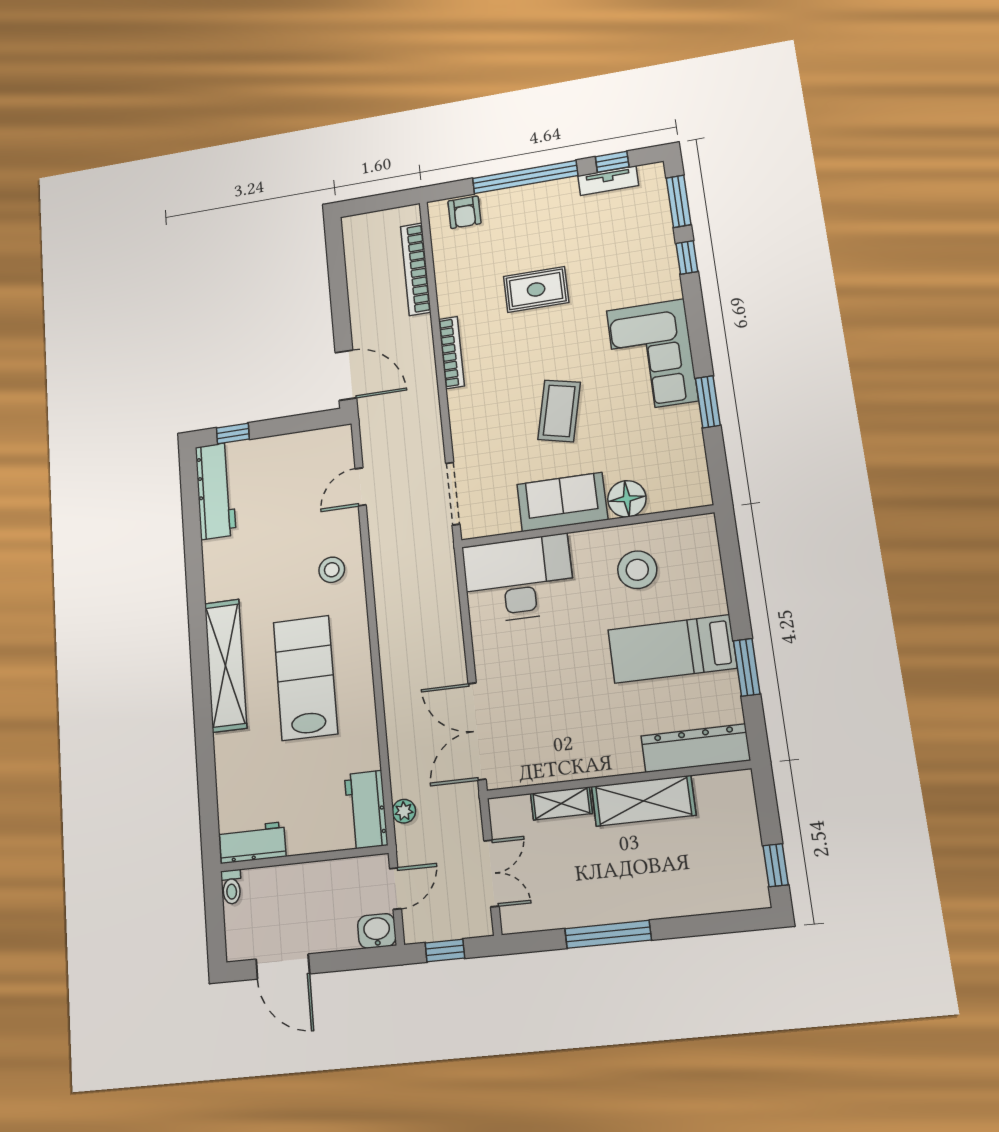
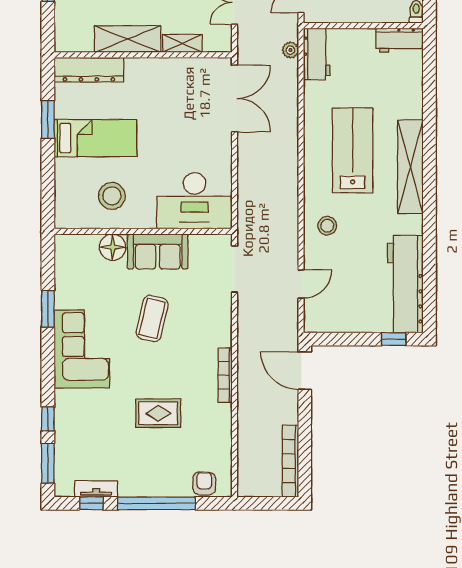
bookcase: (416, 269) -> (290, 461), moved, turned 180
workbench: (216, 491) -> (405, 284), width x1.36, depth x1.32
lab bench: (305, 678) -> (353, 151), turned 180

